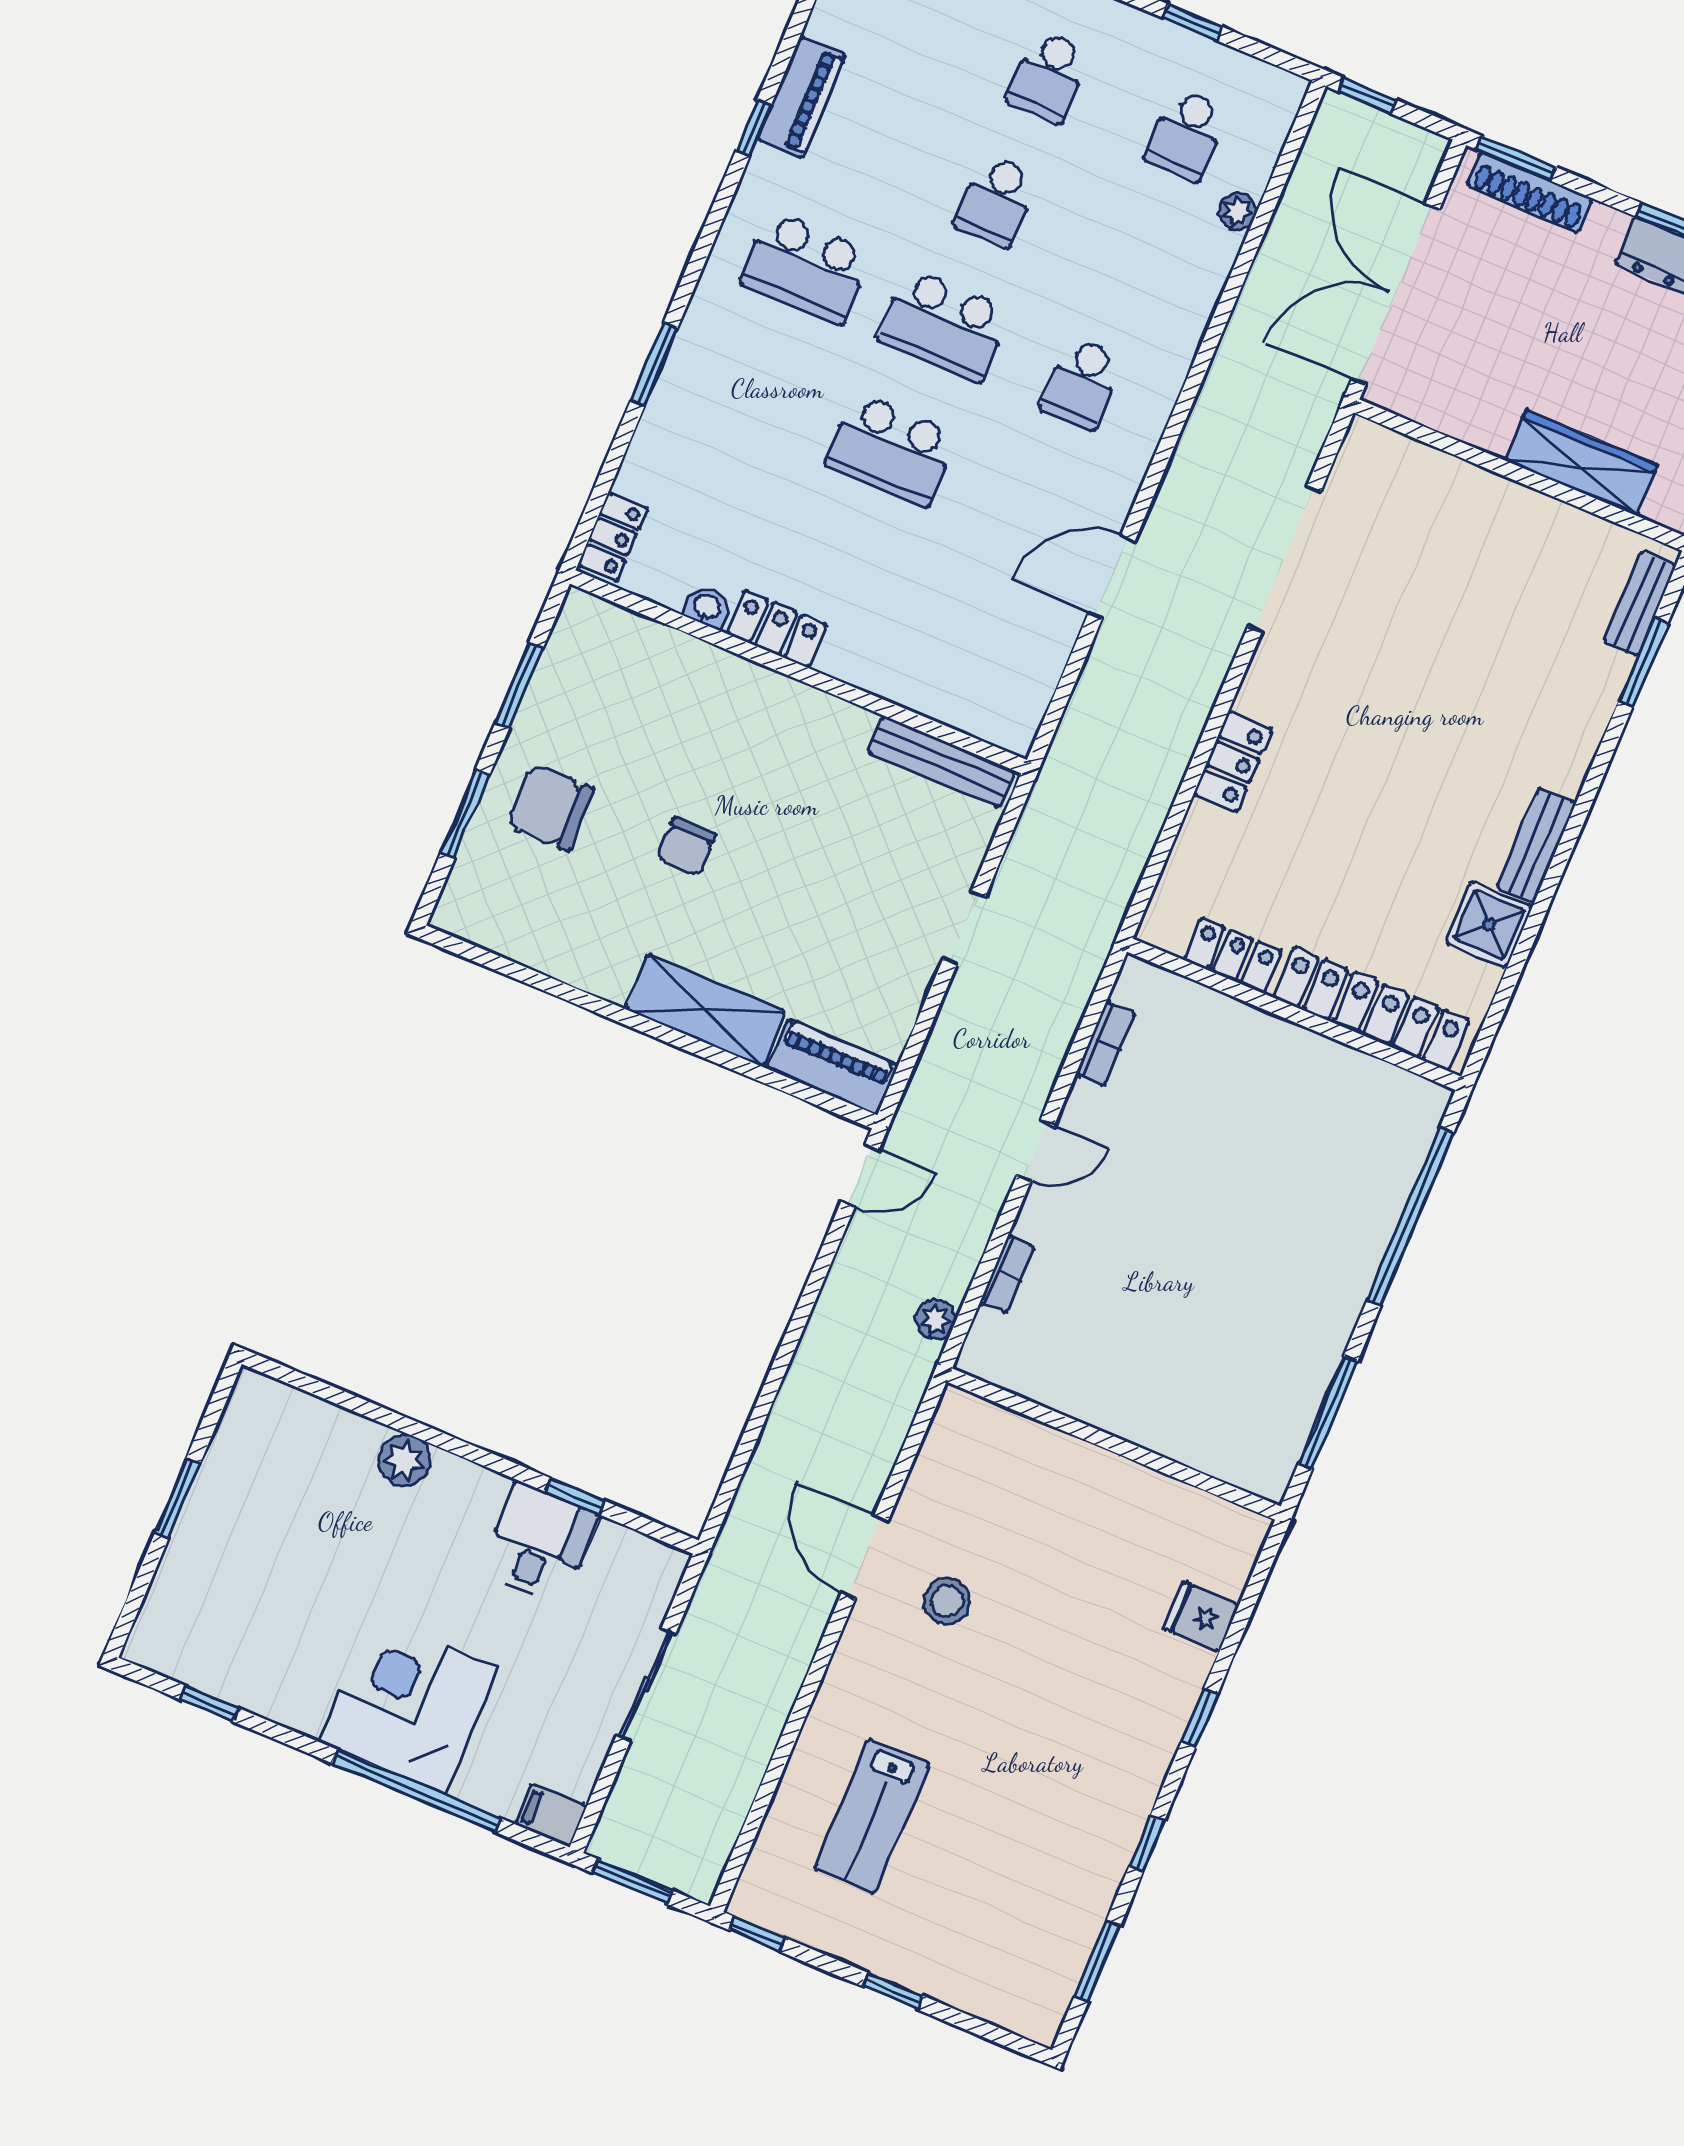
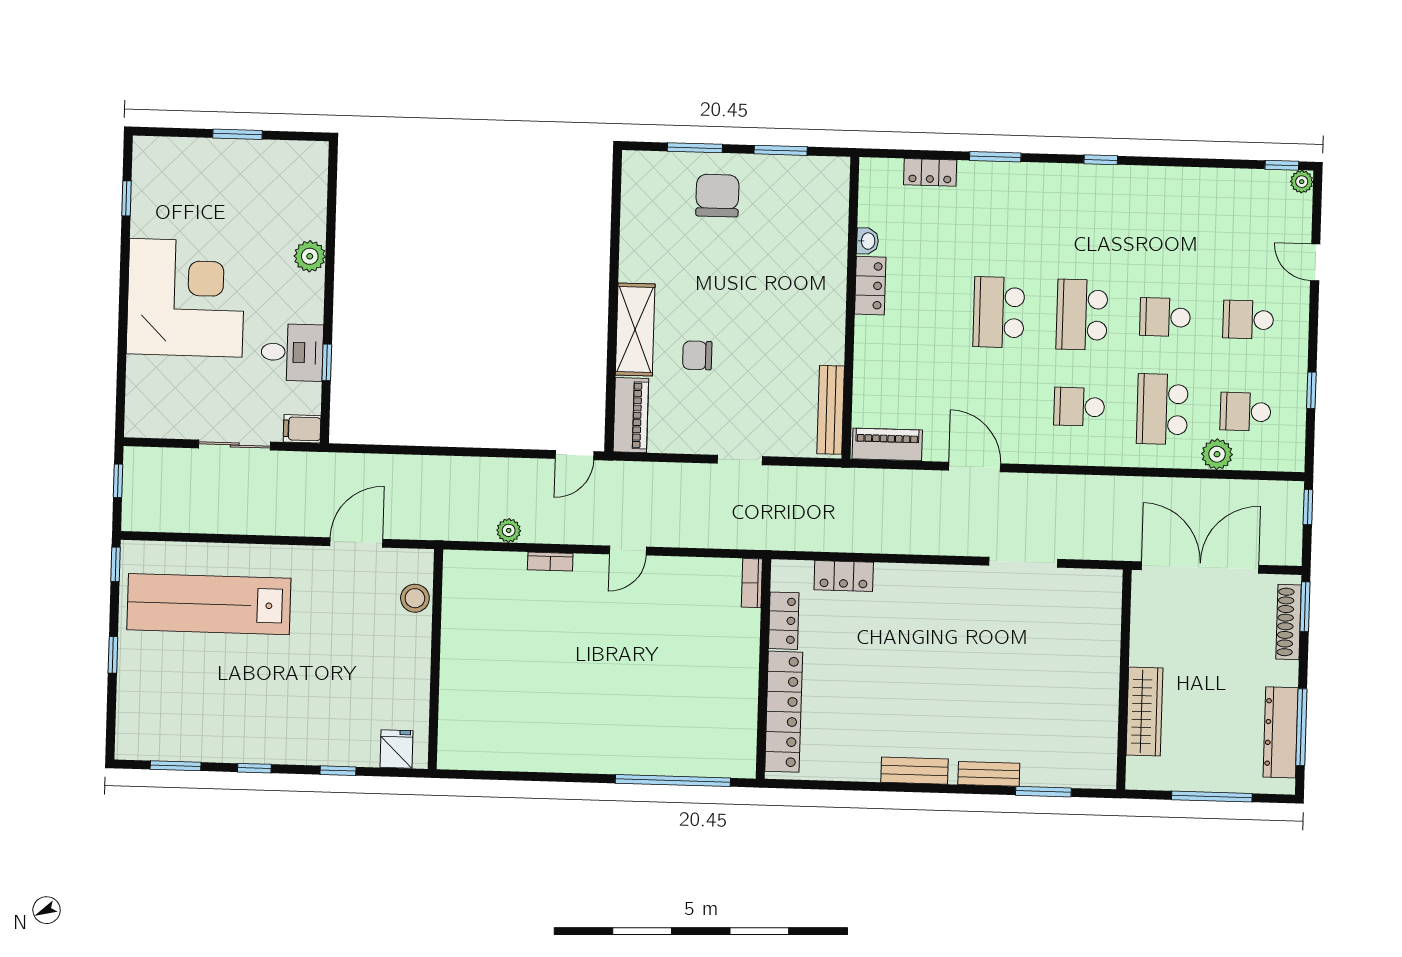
piano: (802, 97) -> (887, 444), moved, turned 180
window: (754, 128) -> (1101, 160), moved
plant: (1238, 211) -> (1217, 454), width x1.38, depth x1.38
school desk: (806, 267) -> (1162, 409), moved
locker: (613, 537) -> (930, 172), moved
doorway: (1284, 559) -> (1023, 562), width x0.73
bench: (1640, 604) -> (989, 774), moved
locker: (1233, 762) -> (844, 576), moved
chair: (686, 847) -> (697, 355), moved
shower: (1489, 925) -> (858, 761), removed
bookcase: (1106, 1044) -> (752, 583), moved, turned 90
door: (1036, 1151) -> (628, 550), hinge flipped
door: (860, 1175) -> (575, 455), hinge flipped
window: (1328, 1413) -> (542, 777), removed
wall: (1113, 1444) -> (435, 659), moved
stool: (947, 1601) -> (415, 598), moved
corner desk: (408, 1705) -> (186, 298), width x1.36, depth x1.36
window: (416, 1791) -> (122, 336), removed
filing cabinet: (551, 1815) -> (302, 429), moved, turned -90
lab bench: (872, 1816) -> (209, 604), width x1.86, depth x1.39
window: (632, 1882) -> (118, 481), width x0.67

